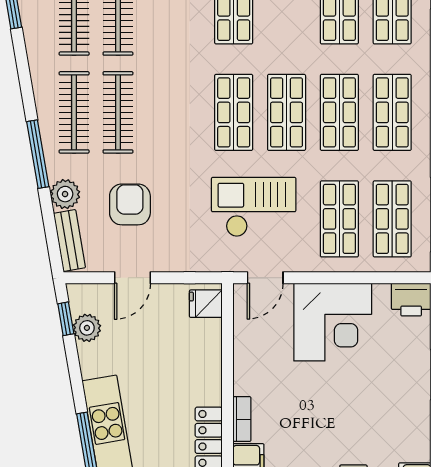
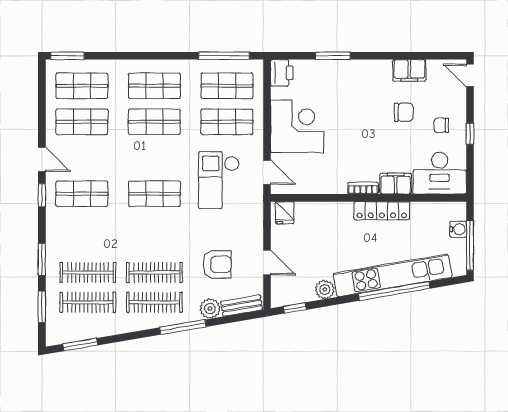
shop shelf: (287, 112) -> (154, 158), removed
armchair: (130, 204) -> (217, 264), turned 180
plant: (87, 328) -> (325, 290), moved

